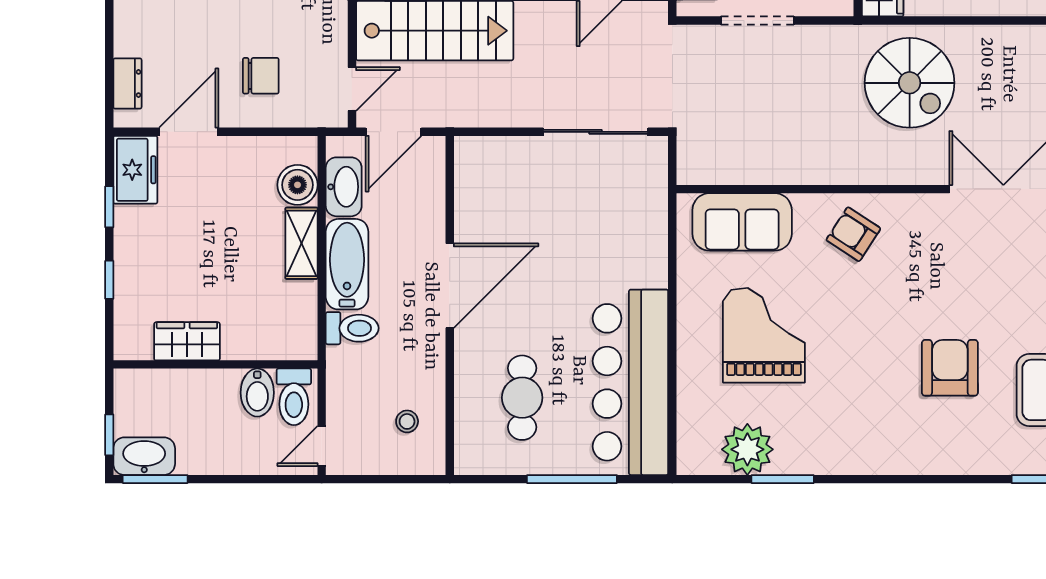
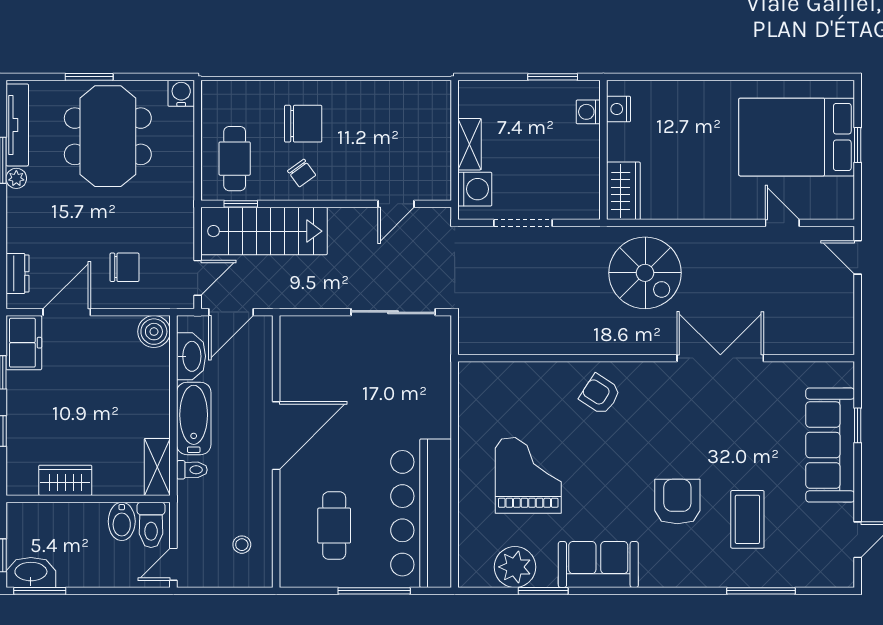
boiler: (297, 185) -> (154, 332), moved
sofa: (742, 222) -> (598, 565), moved, turned 180
shelving: (302, 243) -> (157, 467), moved
toilet: (352, 328) -> (192, 470), width x0.73, depth x0.72

